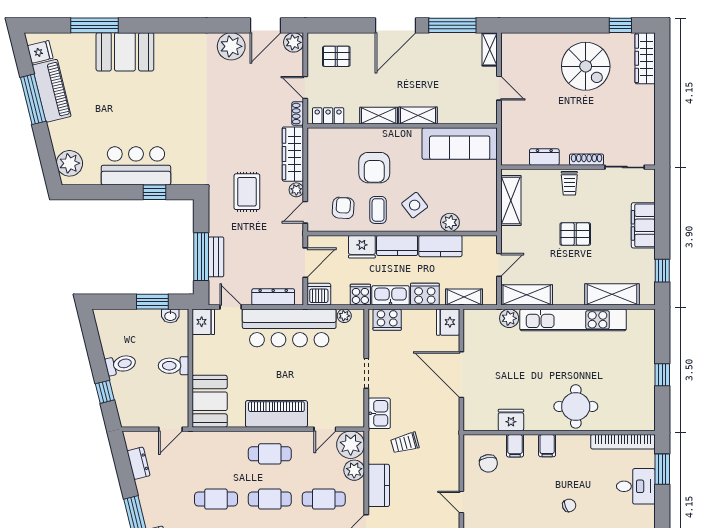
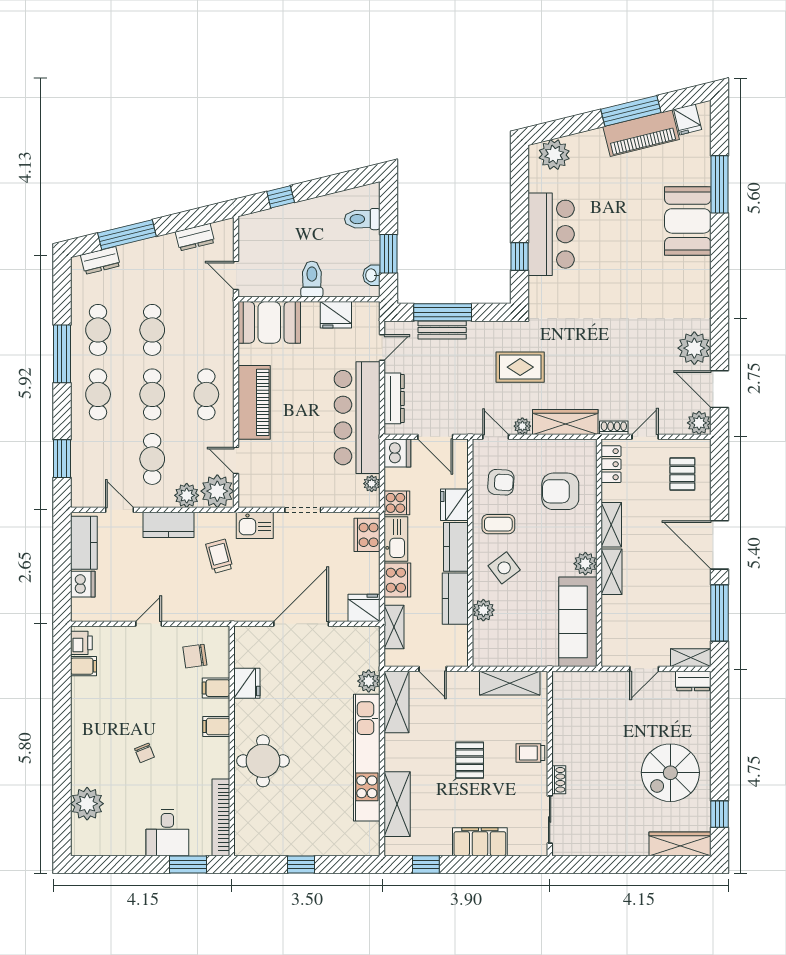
plant: (411, 137) -> (585, 564), added
dresser: (544, 157) -> (693, 681), moved, turned 90
shoe rack: (587, 160) -> (559, 780), width x0.70
armchair: (374, 168) -> (560, 491), moved
fridge: (203, 322) -> (336, 315), moved
toilet: (121, 364) -> (362, 219), moved, turned 104

